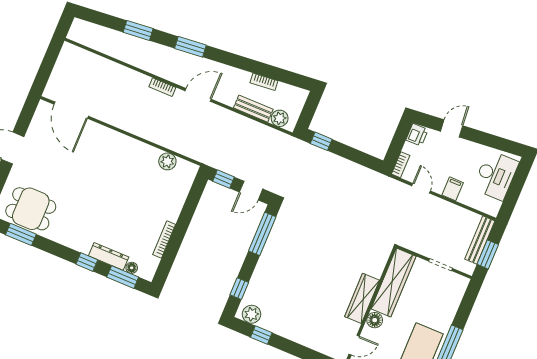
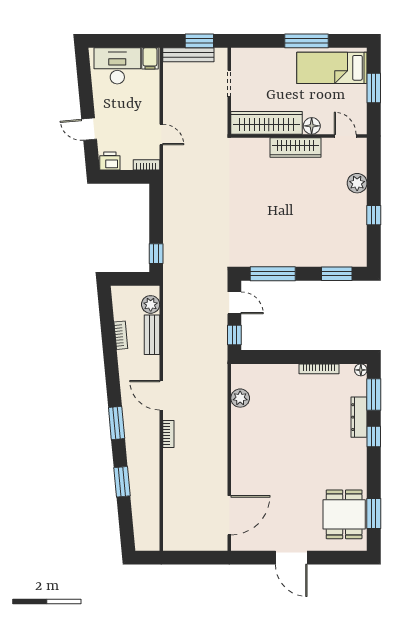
door: (421, 188) -> (161, 135), swing flipped
filing cabinet: (453, 189) -> (150, 58), moved, turned -90
floor lamp: (132, 268) -> (361, 370), moved
window: (239, 289) -> (337, 274), width x1.50
plant: (252, 314) -> (357, 183), moved
window: (261, 335) -> (374, 215), moved

